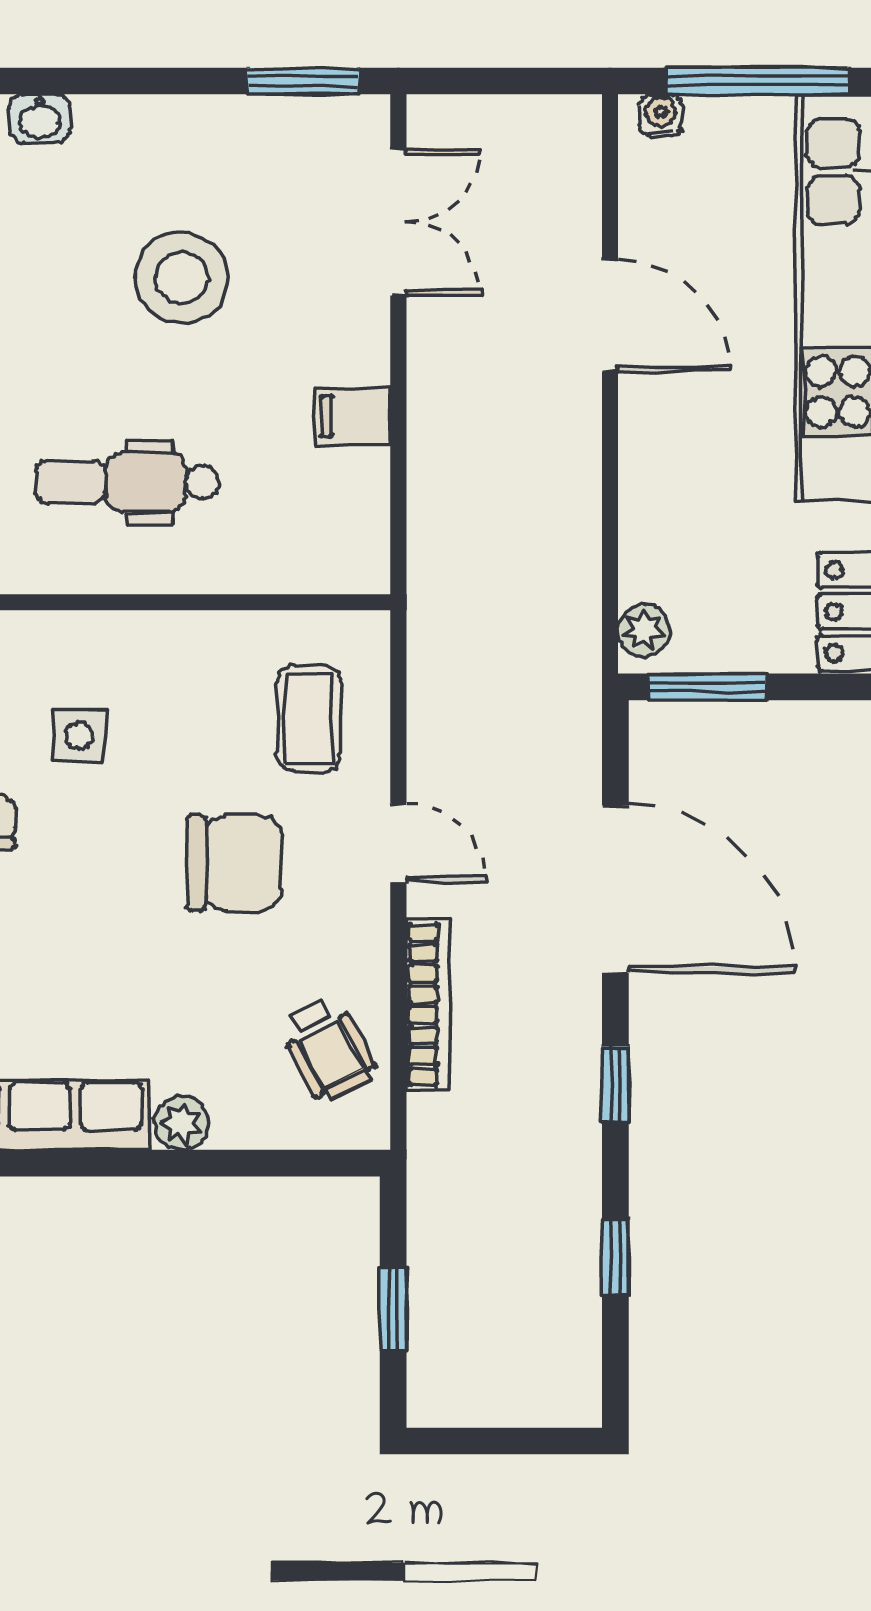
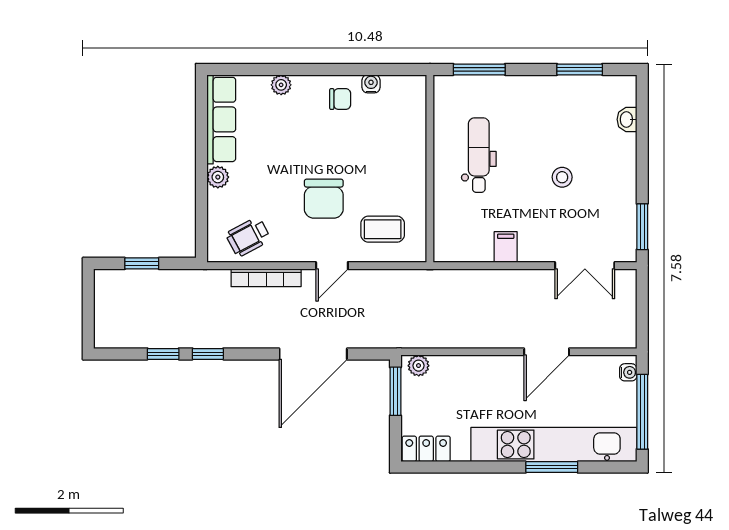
stool: (182, 278) -> (562, 177), width x0.53, depth x0.53
side table: (79, 735) -> (376, 136), removed
window: (615, 1084) -> (208, 354), moved

